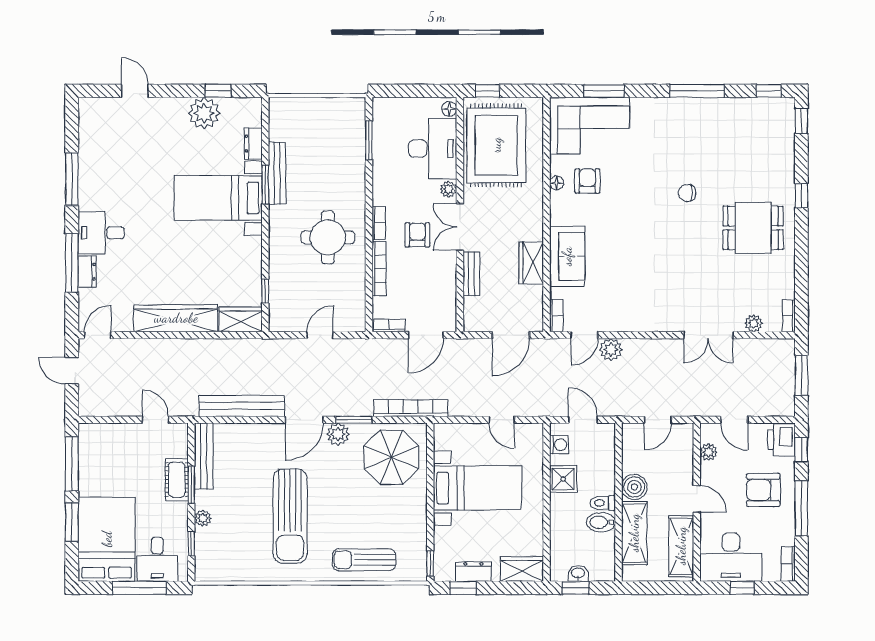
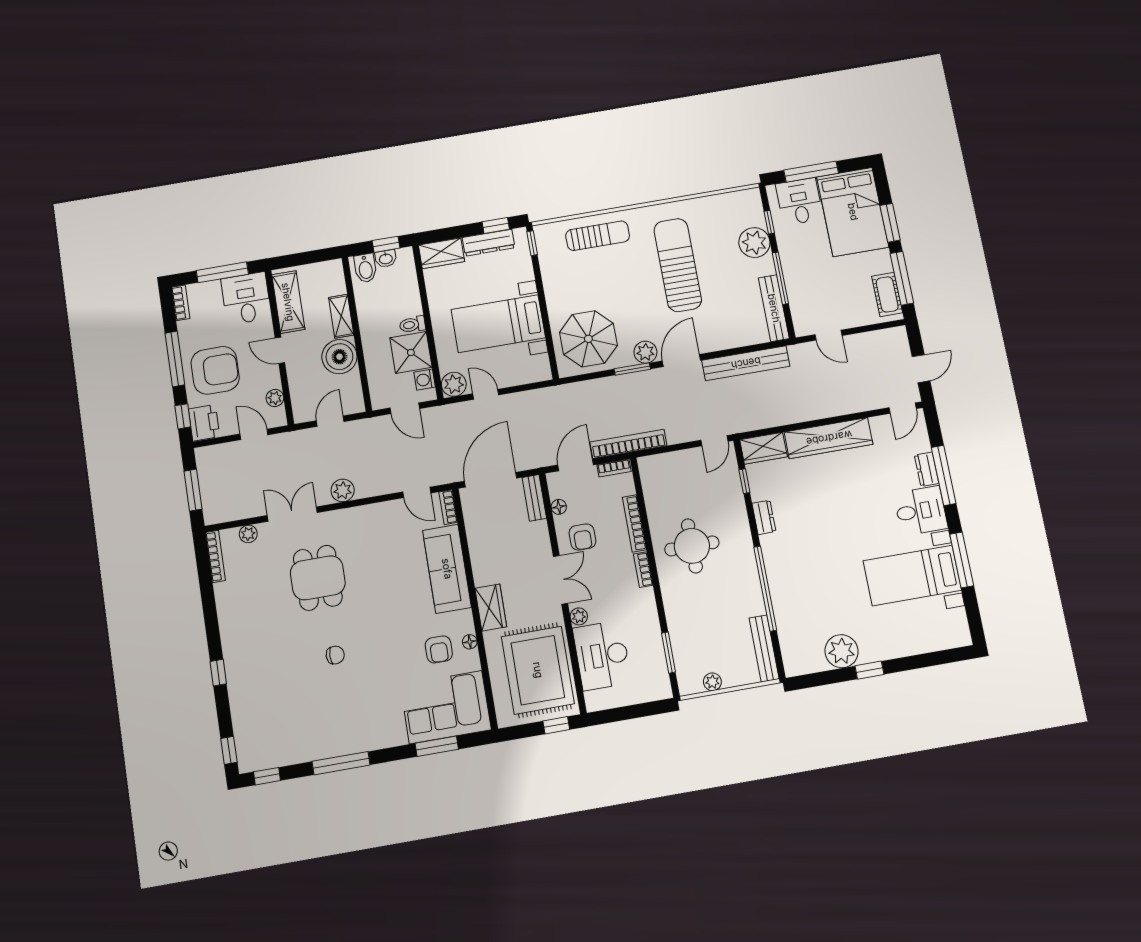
door: (135, 91) -> (917, 662), removed
window: (218, 91) -> (869, 670), moved
plant: (332, 106) -> (712, 682), added
floor lamp: (449, 109) -> (559, 507), moved
dresser: (253, 143) -> (764, 517), moved
bench: (277, 173) -> (764, 648), moved
window: (265, 185) -> (765, 589), width x2.11
bed with nightstands: (218, 198) -> (912, 576), moved, turned 180
dining table: (753, 228) -> (318, 578), moved, turned 90
armchair: (417, 235) -> (582, 537), moved
sofa: (567, 256) -> (447, 569), width x1.36
wardrobe: (531, 263) -> (491, 608), moved
bench: (471, 274) -> (534, 498), moved
bookcase: (789, 316) -> (215, 556), width x1.56
door: (320, 335) -> (714, 441), moved
door: (511, 335) -> (491, 480), width x1.36
door: (584, 335) -> (417, 492), swing flipped
plant: (611, 350) -> (343, 490), moved
door: (72, 371) -> (921, 369), hinge flipped
bookcase: (411, 408) -> (628, 444), moved, turned 180
plant: (531, 435) -> (454, 384), added
shower: (563, 479) -> (411, 352), width x1.36, depth x1.36
cot: (177, 480) -> (887, 294), moved
window: (191, 485) -> (780, 278), width x1.44
boiler: (634, 487) -> (339, 357), width x1.37, depth x1.37
armchair: (763, 490) -> (215, 370), width x1.36, depth x1.36
toilet: (603, 503) -> (412, 325), moved, turned 180
plant: (203, 518) -> (754, 243), width x1.88, depth x1.88
bidet: (601, 522) -> (365, 268), moved, turned 90
shelving: (634, 533) -> (341, 316), width x0.67, depth x0.75
desk: (731, 557) -> (246, 298), width x0.73
dresser: (473, 572) -> (489, 243), width x1.44
window: (742, 588) -> (222, 272), width x2.17

